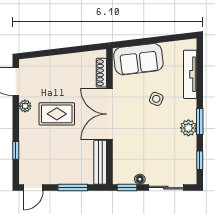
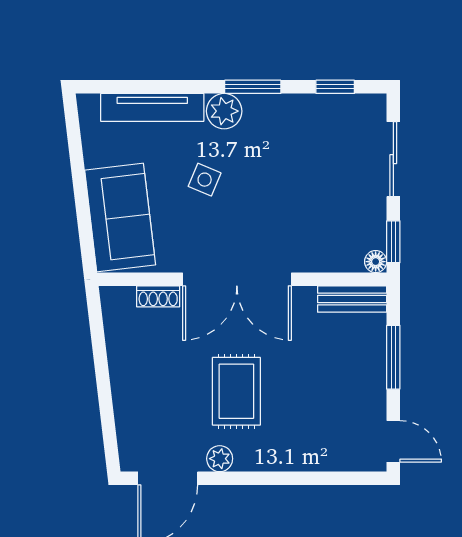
shoe rack: (101, 73) -> (158, 296), width x0.70
plant: (188, 128) -> (224, 111), moved
window: (16, 150) -> (314, 478), removed
bench: (100, 162) -> (352, 299), width x0.73
floor lamp: (140, 179) -> (376, 262), moved

